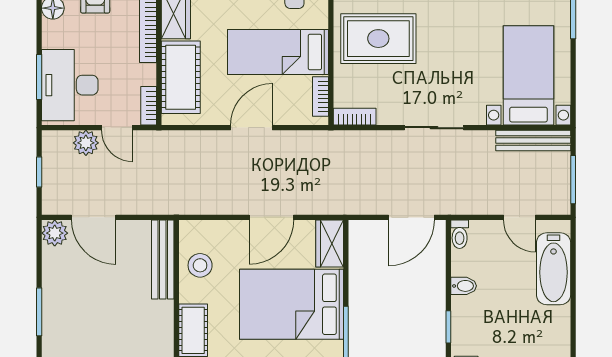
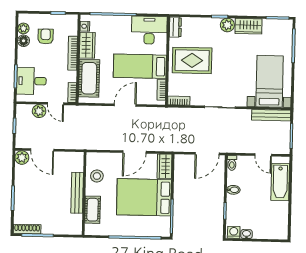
desk: (70, 85) -> (31, 81), width x0.73
bench: (163, 259) -> (77, 193), moved

